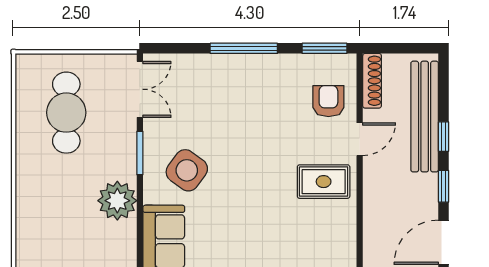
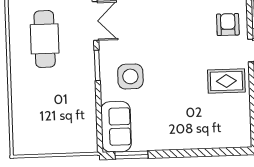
side table: (187, 170) -> (130, 76), turned -36
plant: (117, 201) -> (82, 99), removed

